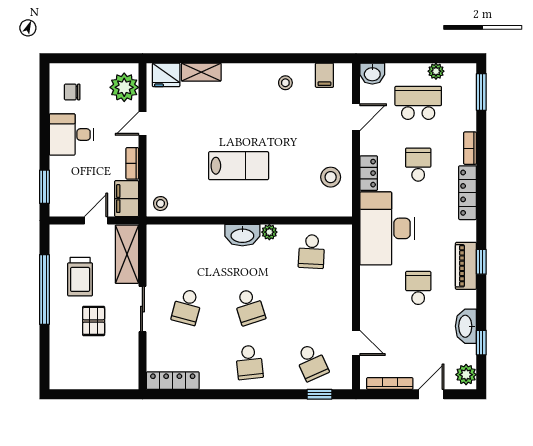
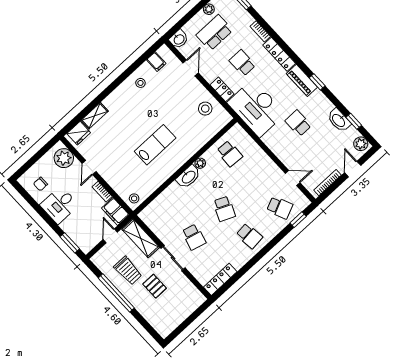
piano: (466, 266) -> (302, 80), moved
school desk: (249, 307) -> (224, 209), turned 42

